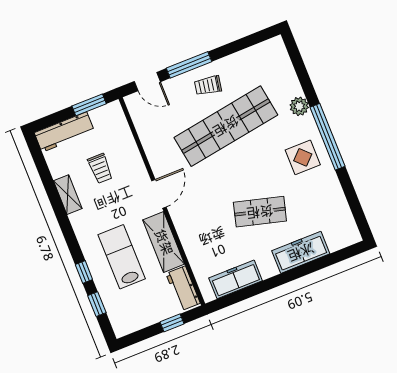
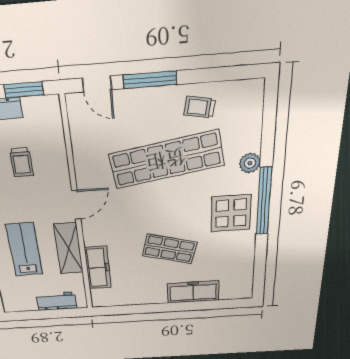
trolley: (208, 86) -> (200, 107), moved
display table: (303, 157) -> (231, 213), width x1.36, depth x1.36
freezer: (236, 279) -> (98, 268), moved, turned 90
workbench: (183, 288) -> (57, 301), moved, turned 90
window: (172, 323) -> (57, 314), removed

